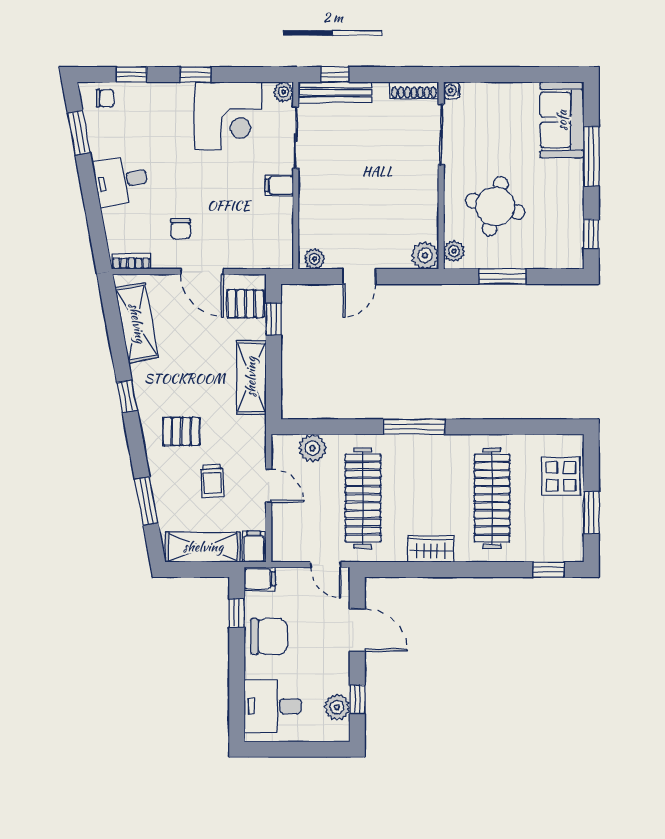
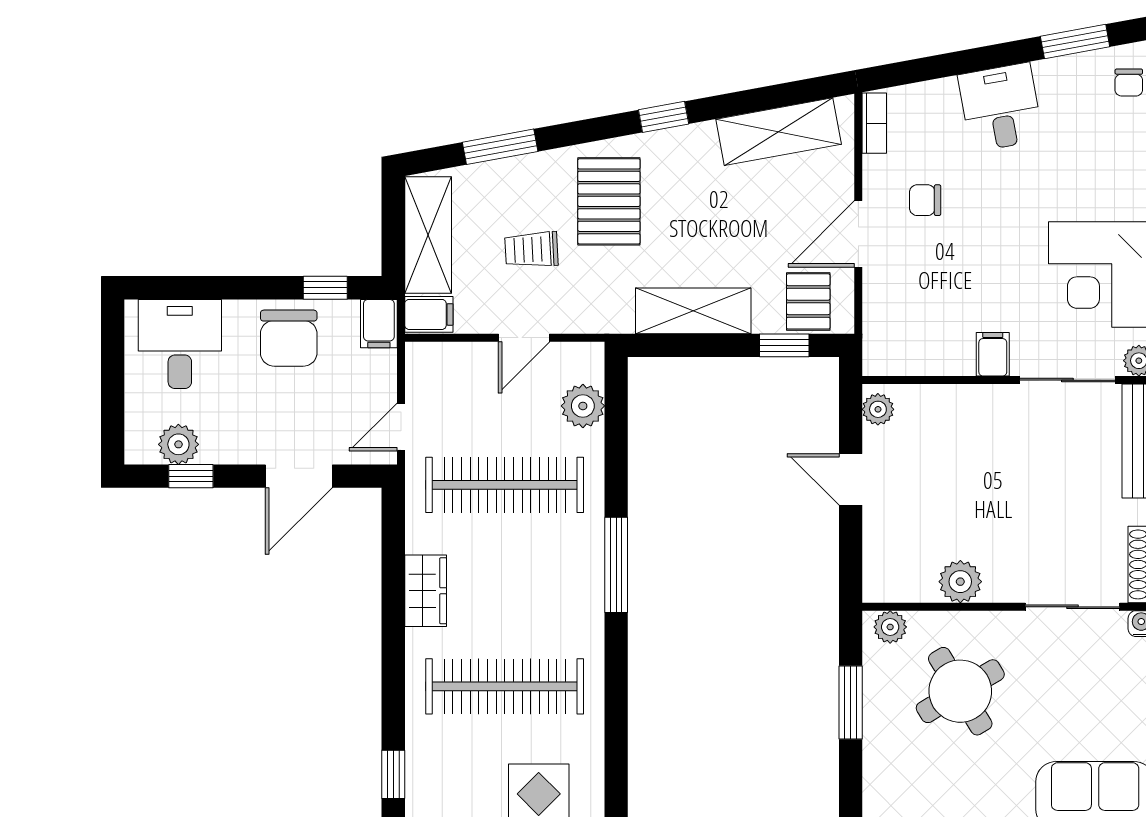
round table: (495, 206) -> (960, 691), turned 45
plant: (425, 255) -> (960, 582), moved
pallet: (181, 431) -> (609, 201), width x1.50, depth x1.42

